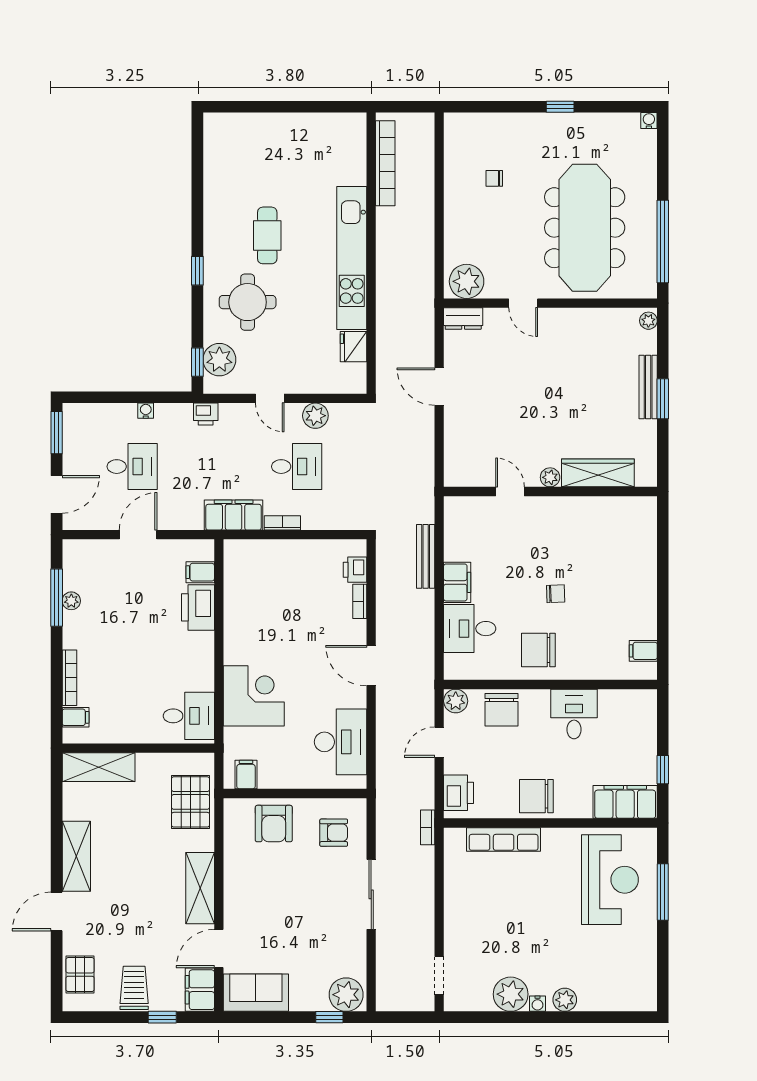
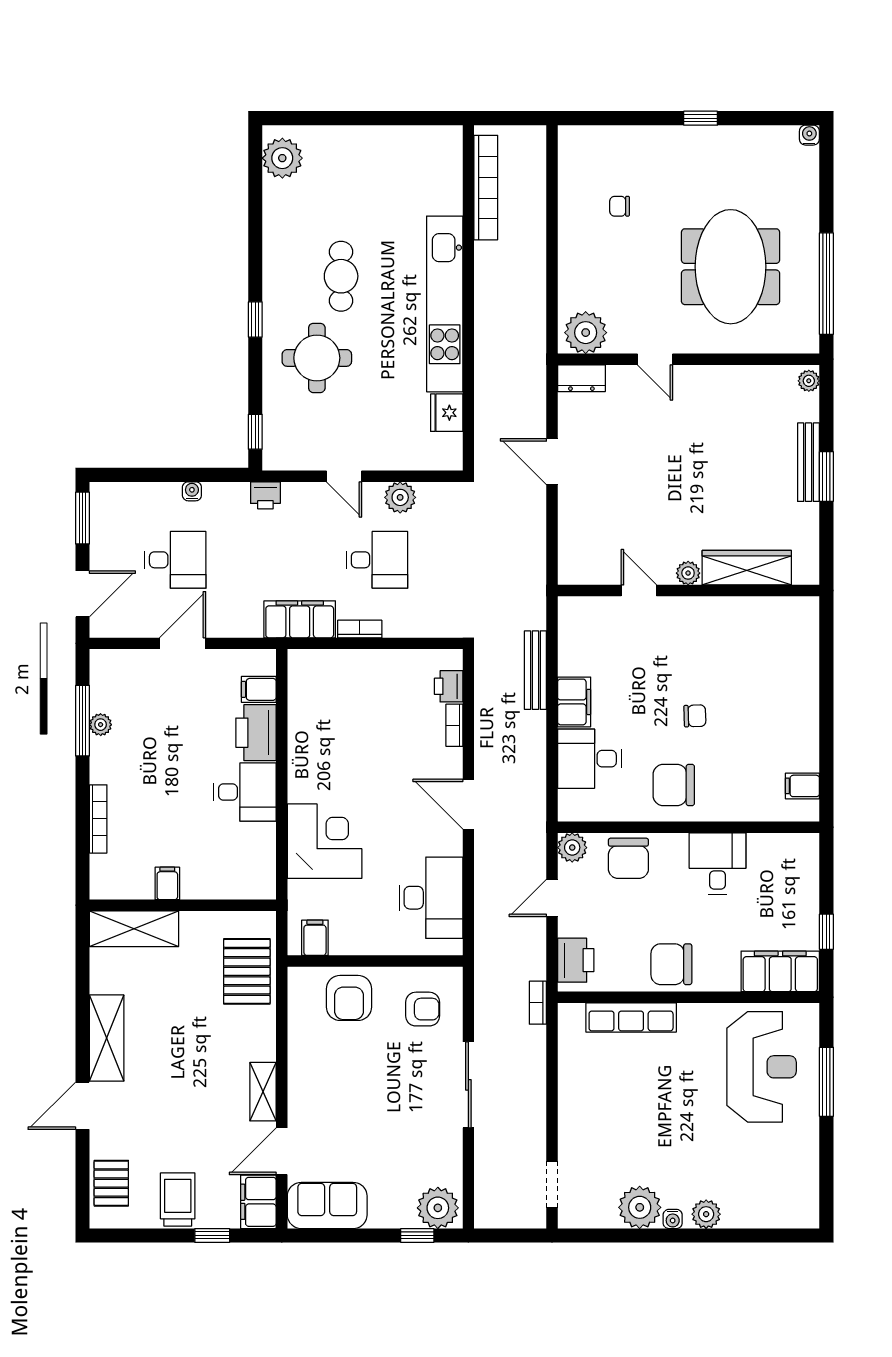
meeting table: (585, 228) -> (731, 267), width x0.73
plant: (219, 360) -> (282, 158), moved
desk: (189, 716) -> (245, 792), moved
filing cabinet: (76, 717) -> (167, 883), moved, turned -90
shelving: (200, 888) -> (263, 1092), width x0.67, depth x0.75

